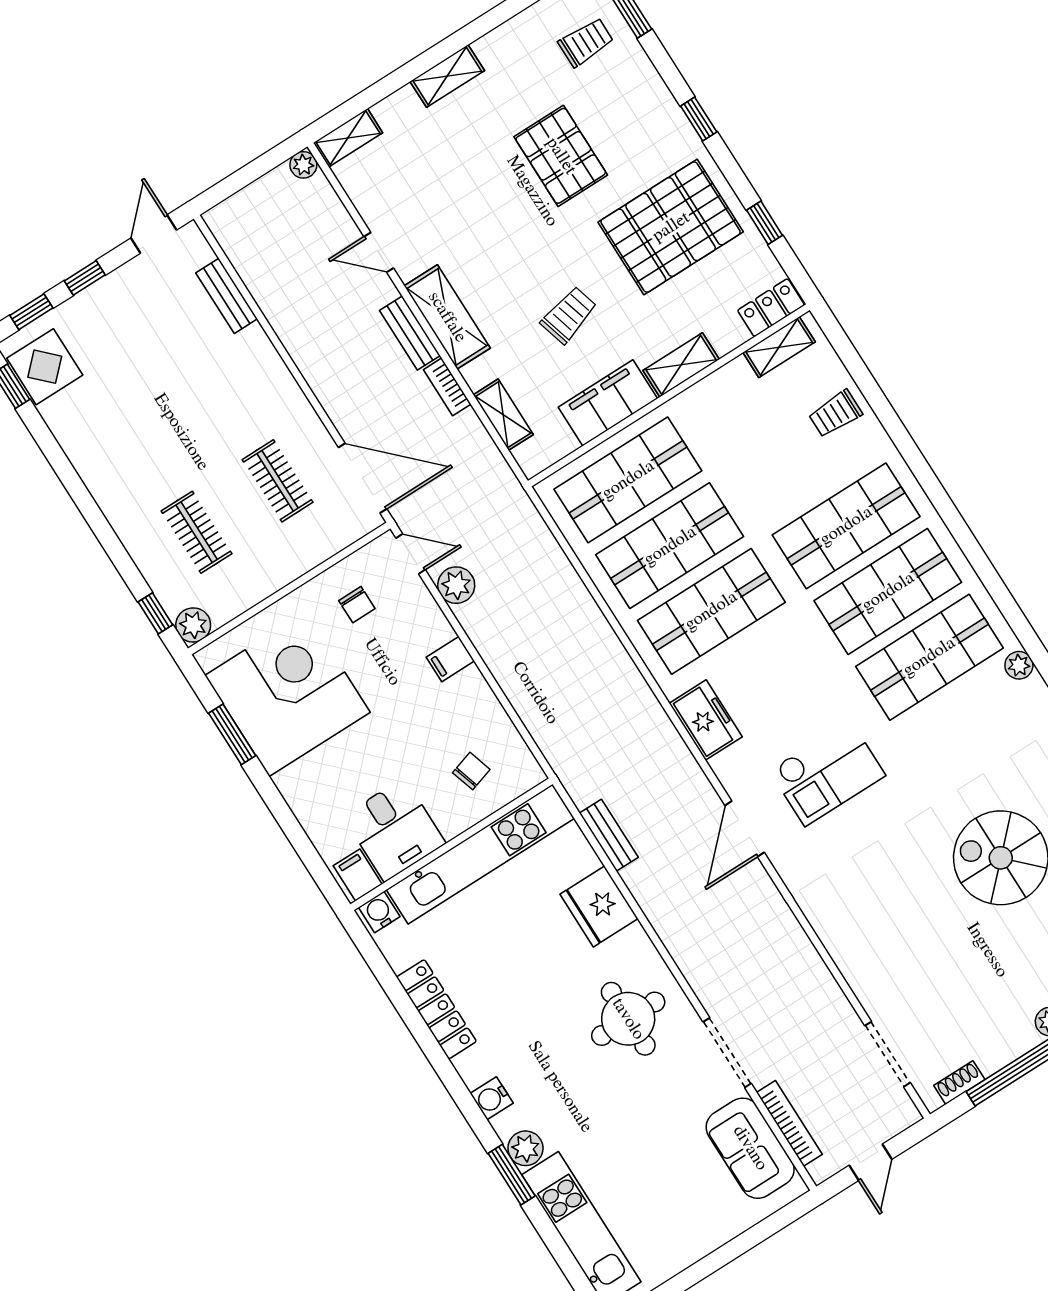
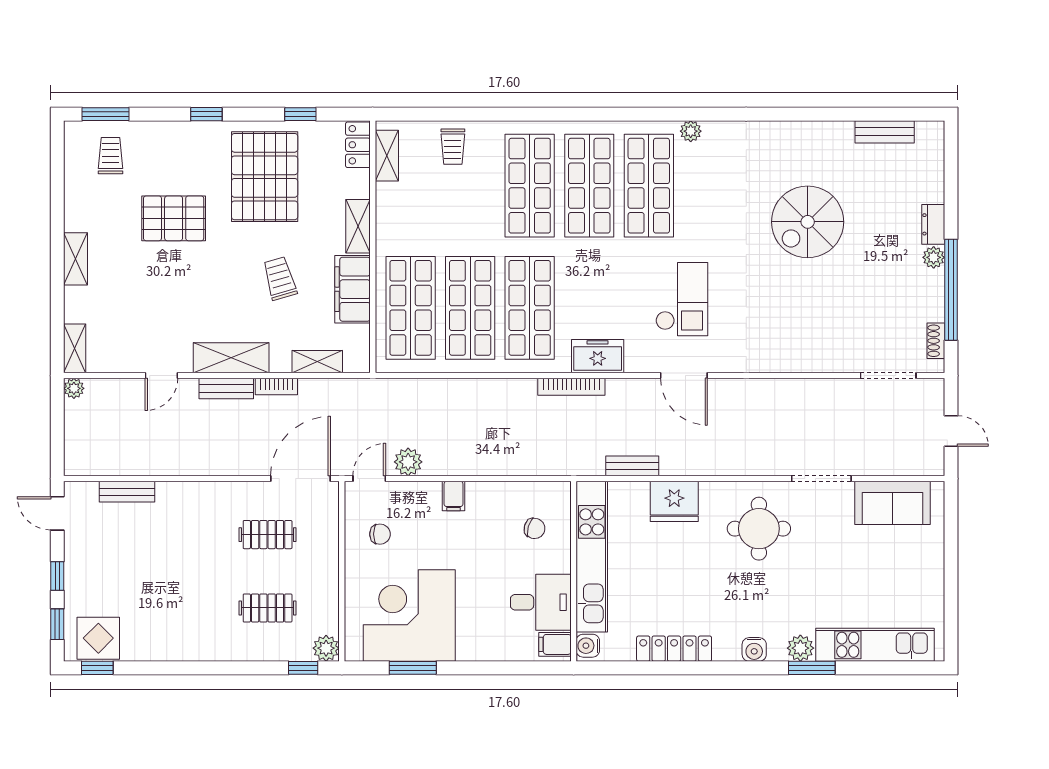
chair: (471, 771) -> (534, 528), turned 123
bookcase: (789, 1123) -> (571, 387), moved, turned 180

